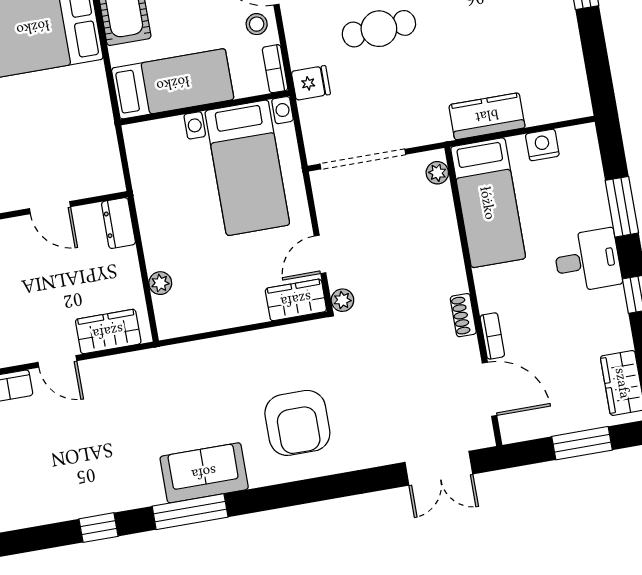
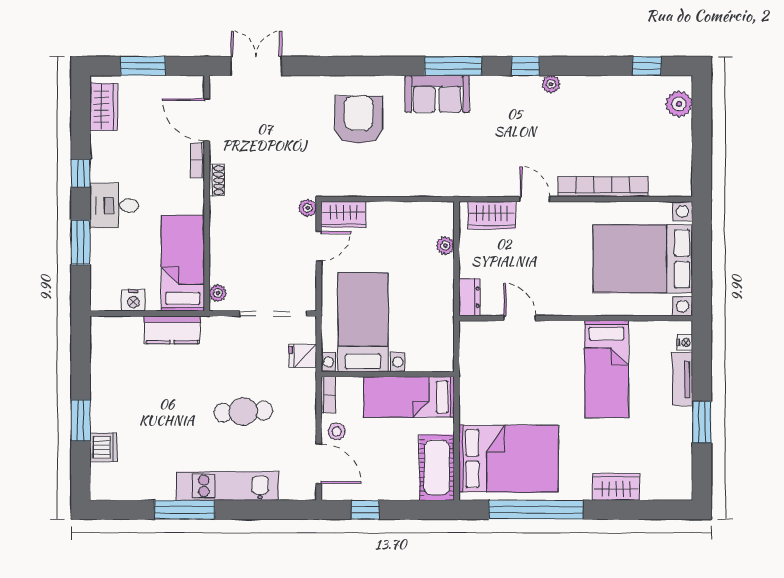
fridge: (311, 83) -> (303, 356), moved
plant: (62, 510) -> (551, 84), added

